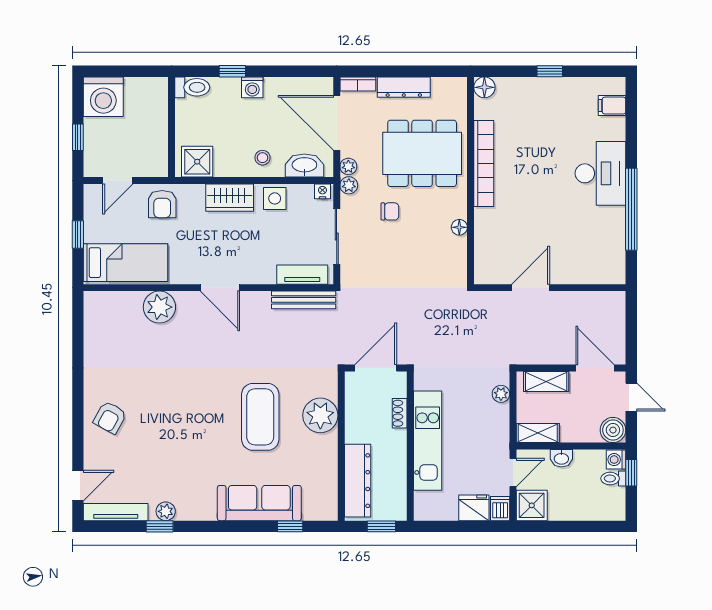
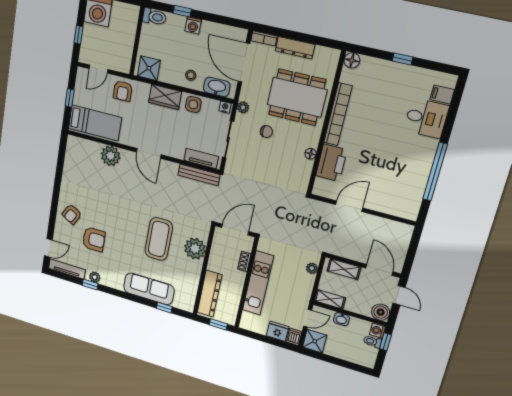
plant: (348, 166) -> (245, 94), removed
desk: (600, 173) -> (426, 118), moved, width x0.73
printer: (491, 232) -> (331, 163), added
armchair: (154, 448) -> (94, 239), added

